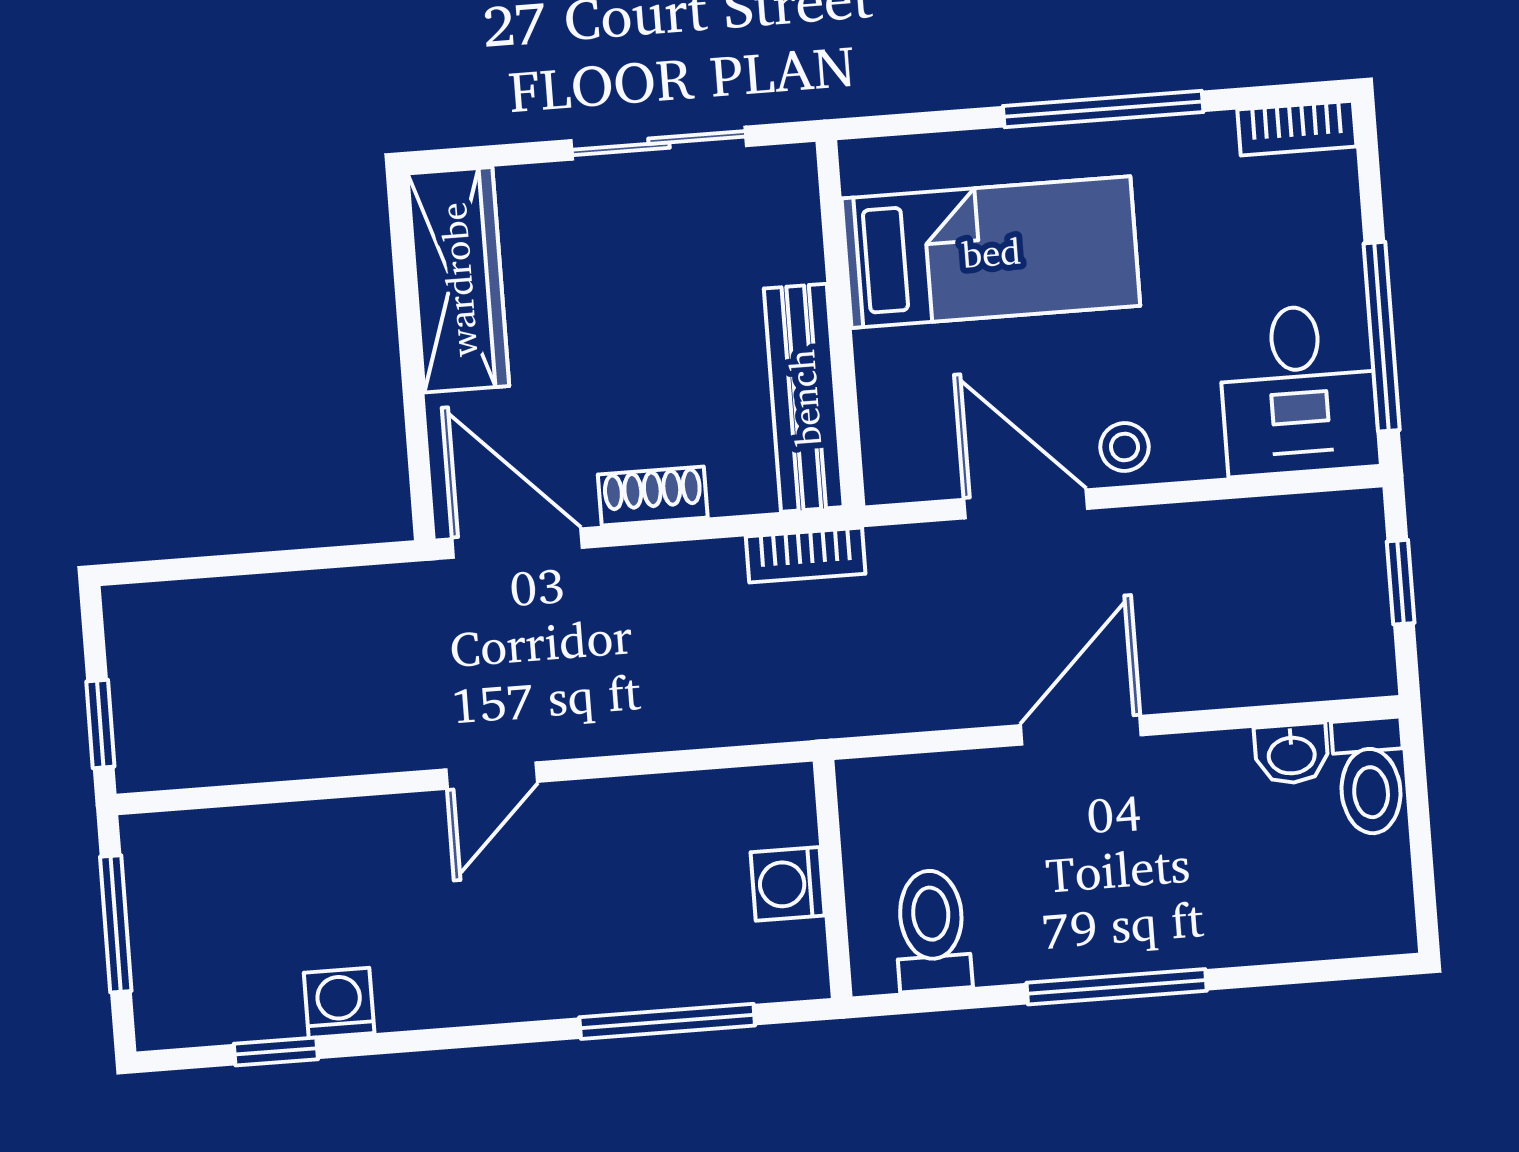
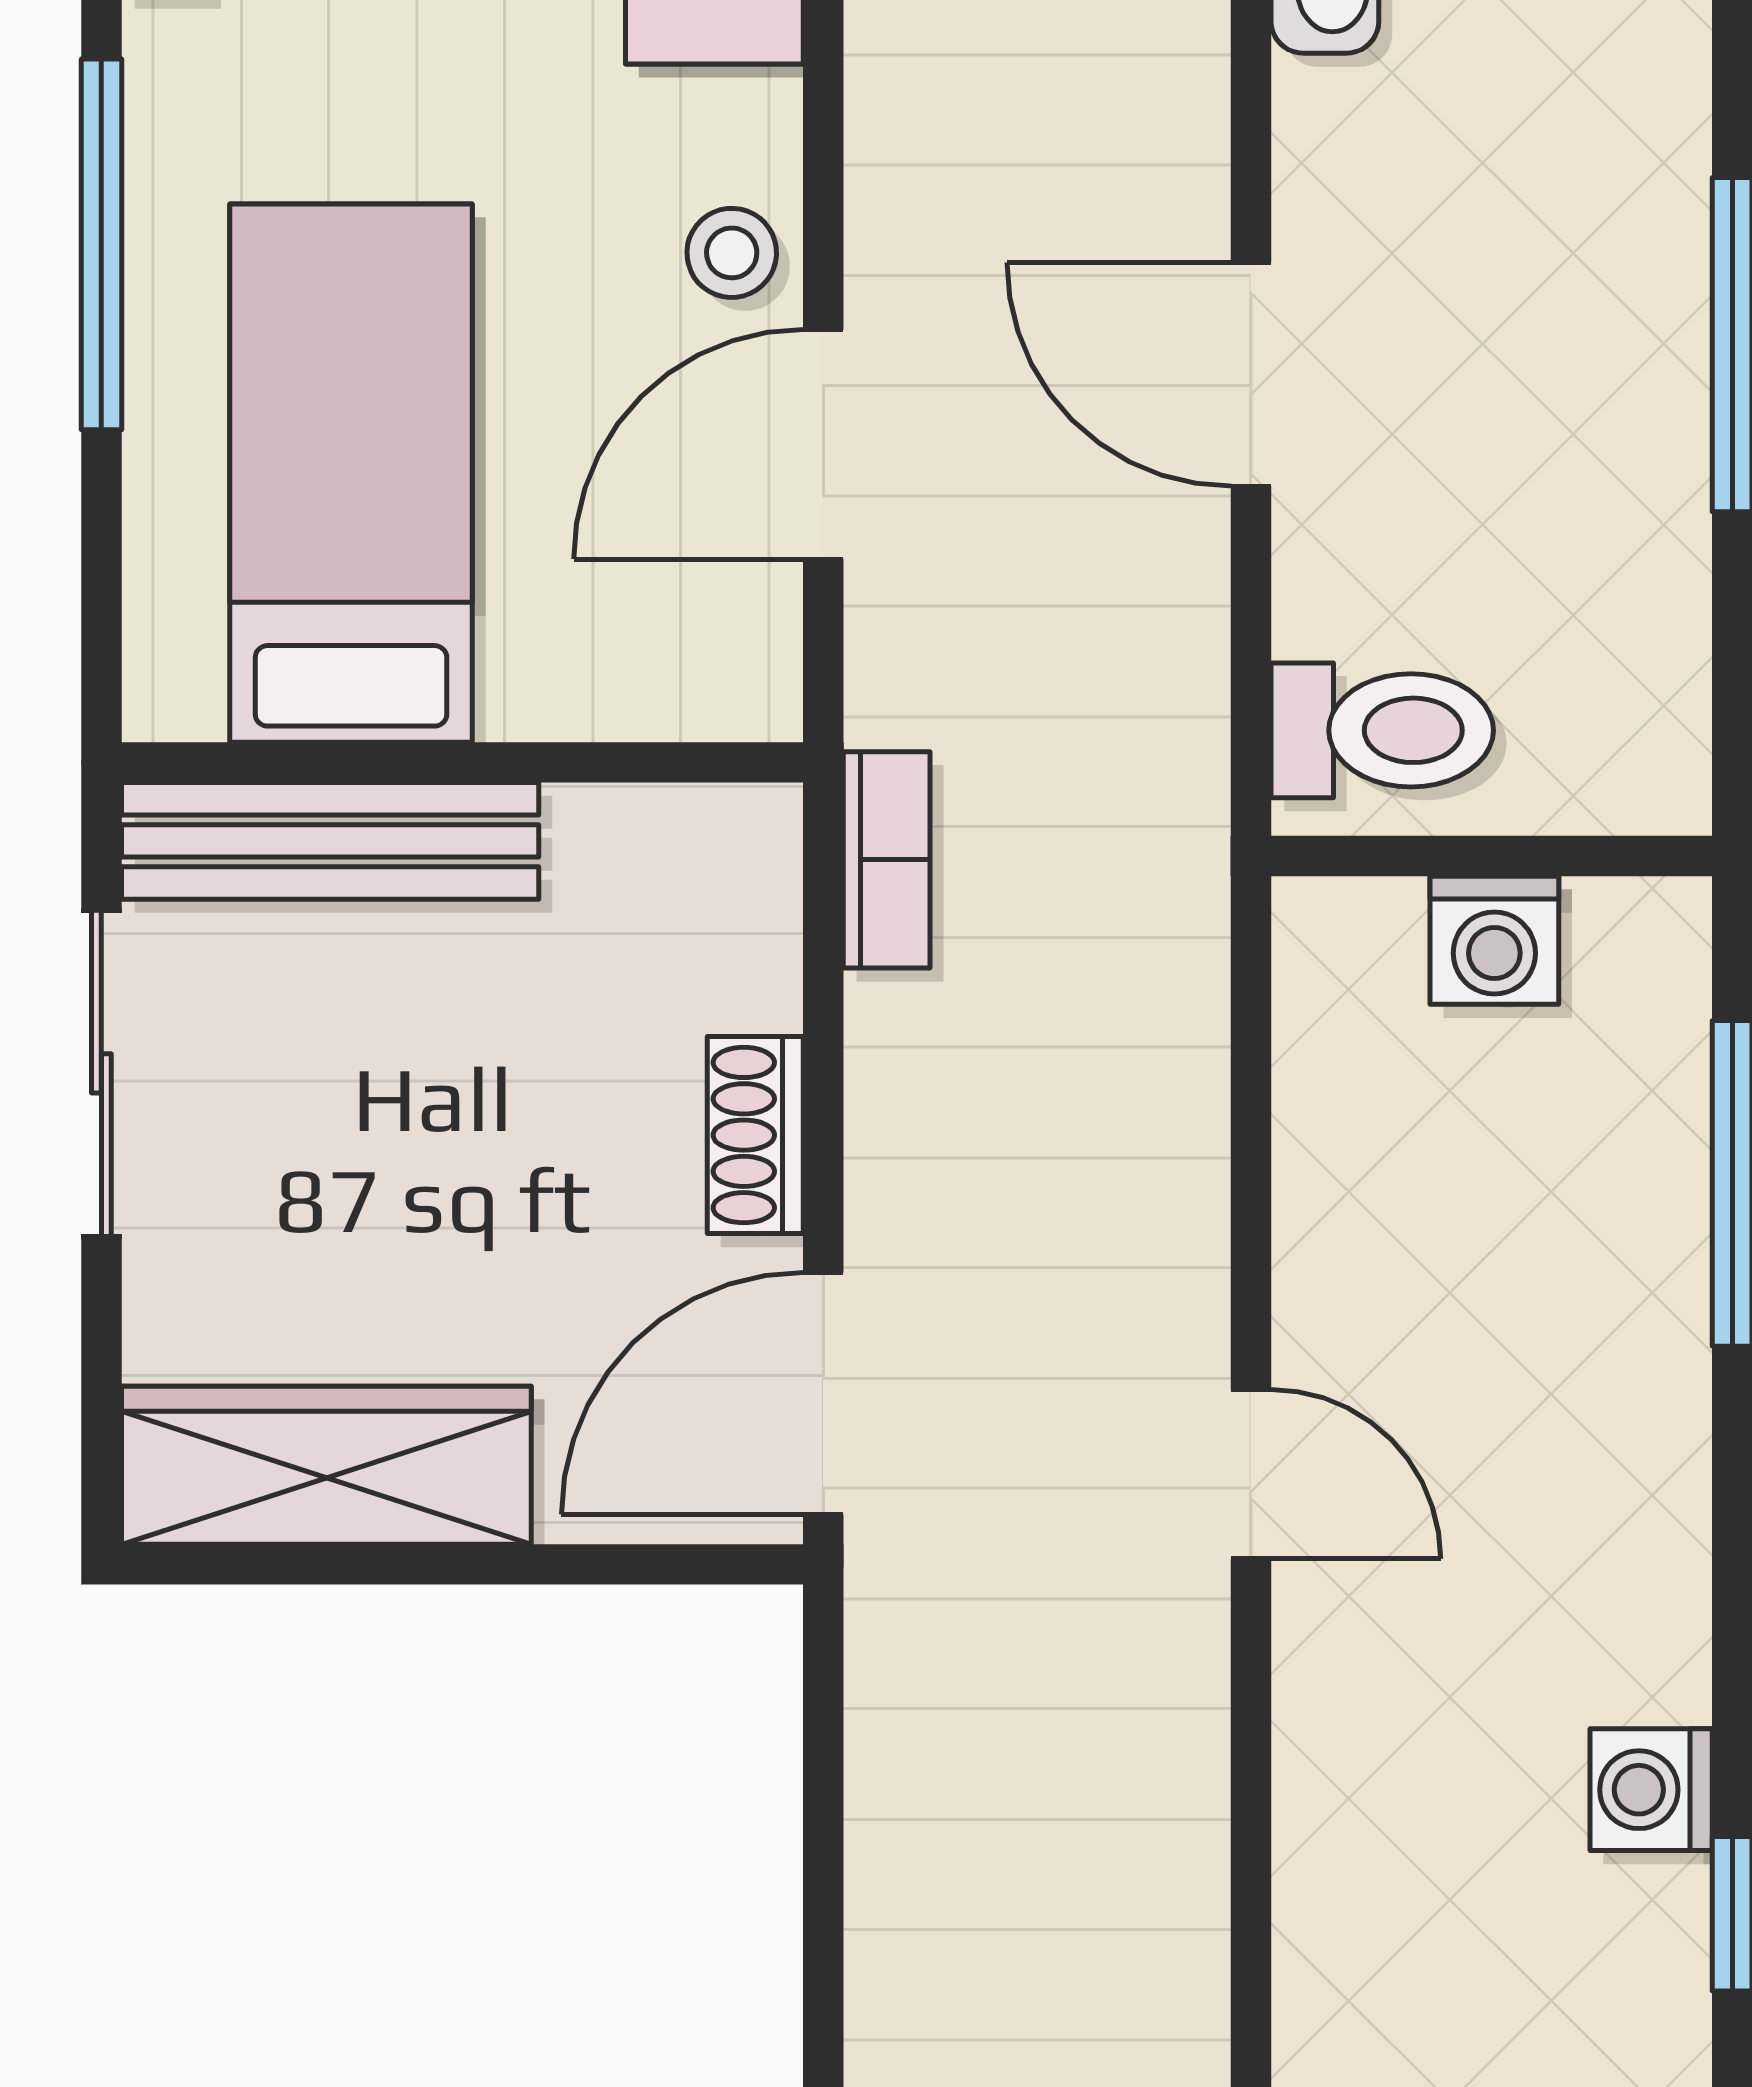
bench: (804, 398) -> (330, 841), moved
toilet: (932, 930) -> (1382, 730), moved, turned 180

